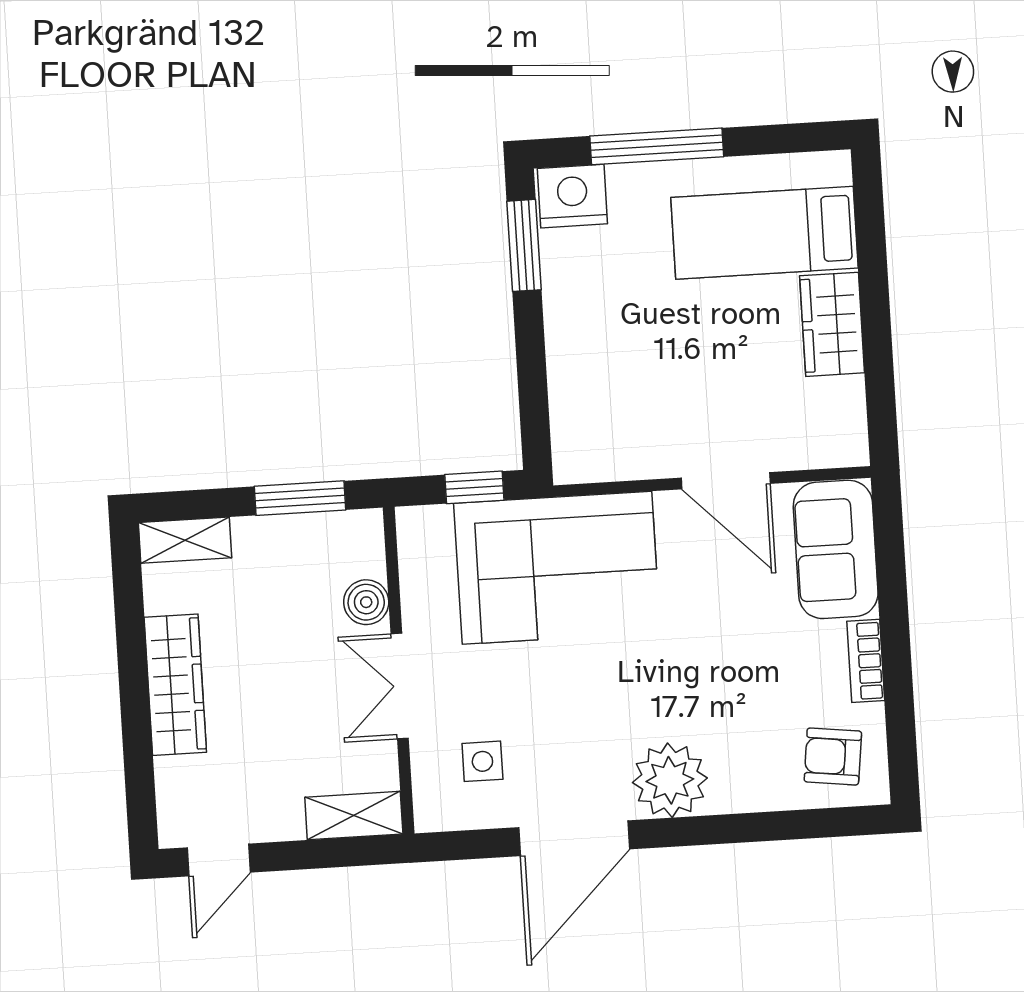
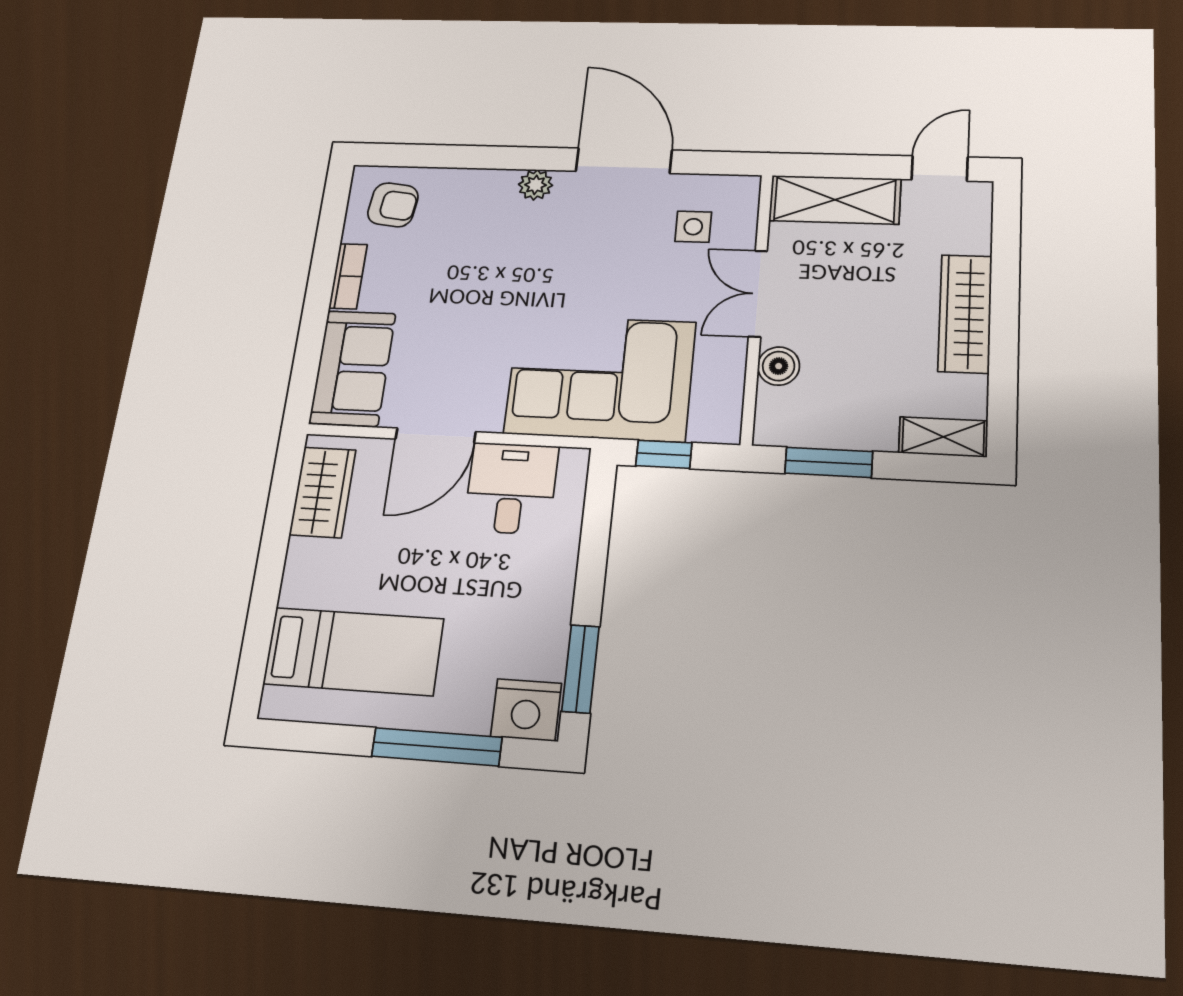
wardrobe: (832, 324) -> (323, 492), moved
desk: (631, 430) -> (511, 488), added
door: (726, 481) -> (436, 435), swing flipped
double door: (400, 686) -> (758, 294), swing flipped
plant: (670, 780) -> (536, 185), width x0.53, depth x0.53
shelving: (354, 816) -> (835, 200), width x1.50, depth x1.33
door: (574, 838) -> (624, 161), hinge flipped

